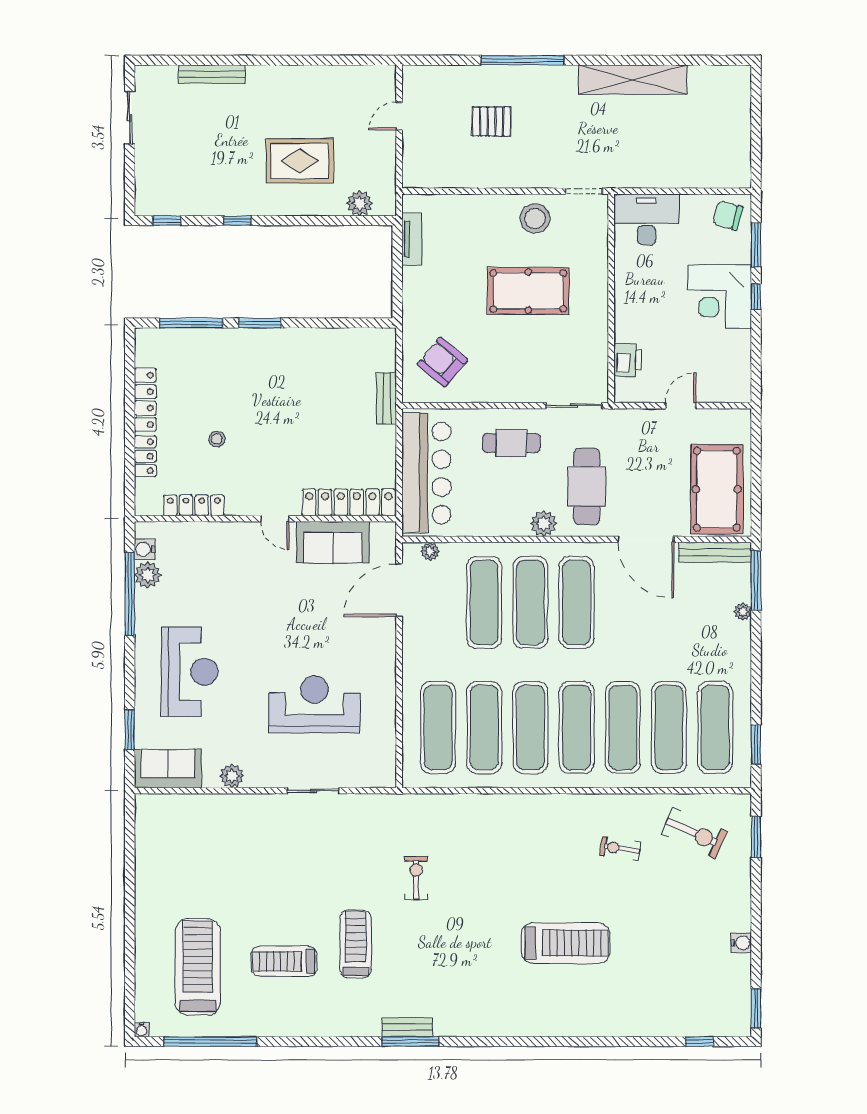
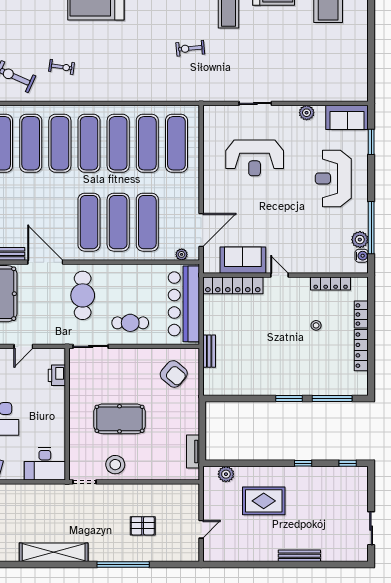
bench: (212, 74) -> (299, 556), moved
plant: (544, 523) -> (110, 272), removed
exercise bike: (416, 878) -> (190, 48), turned 85

